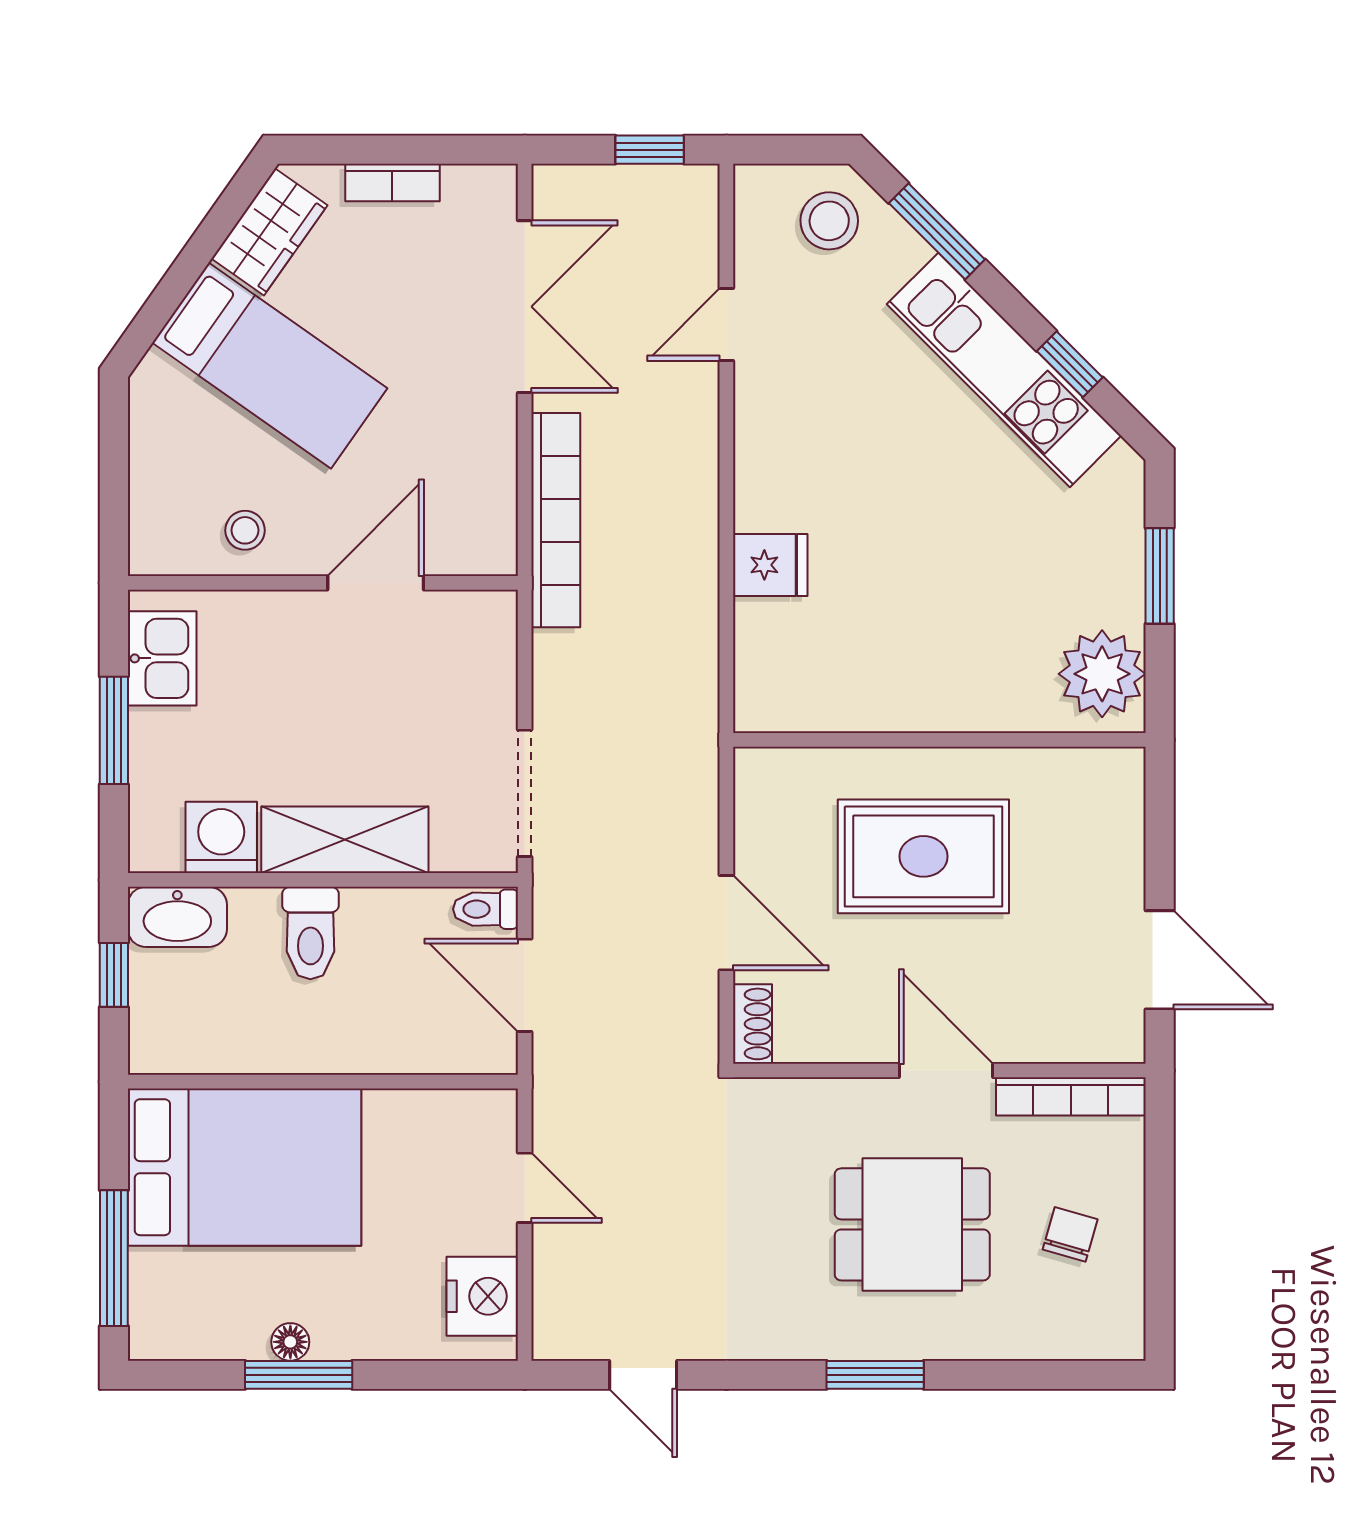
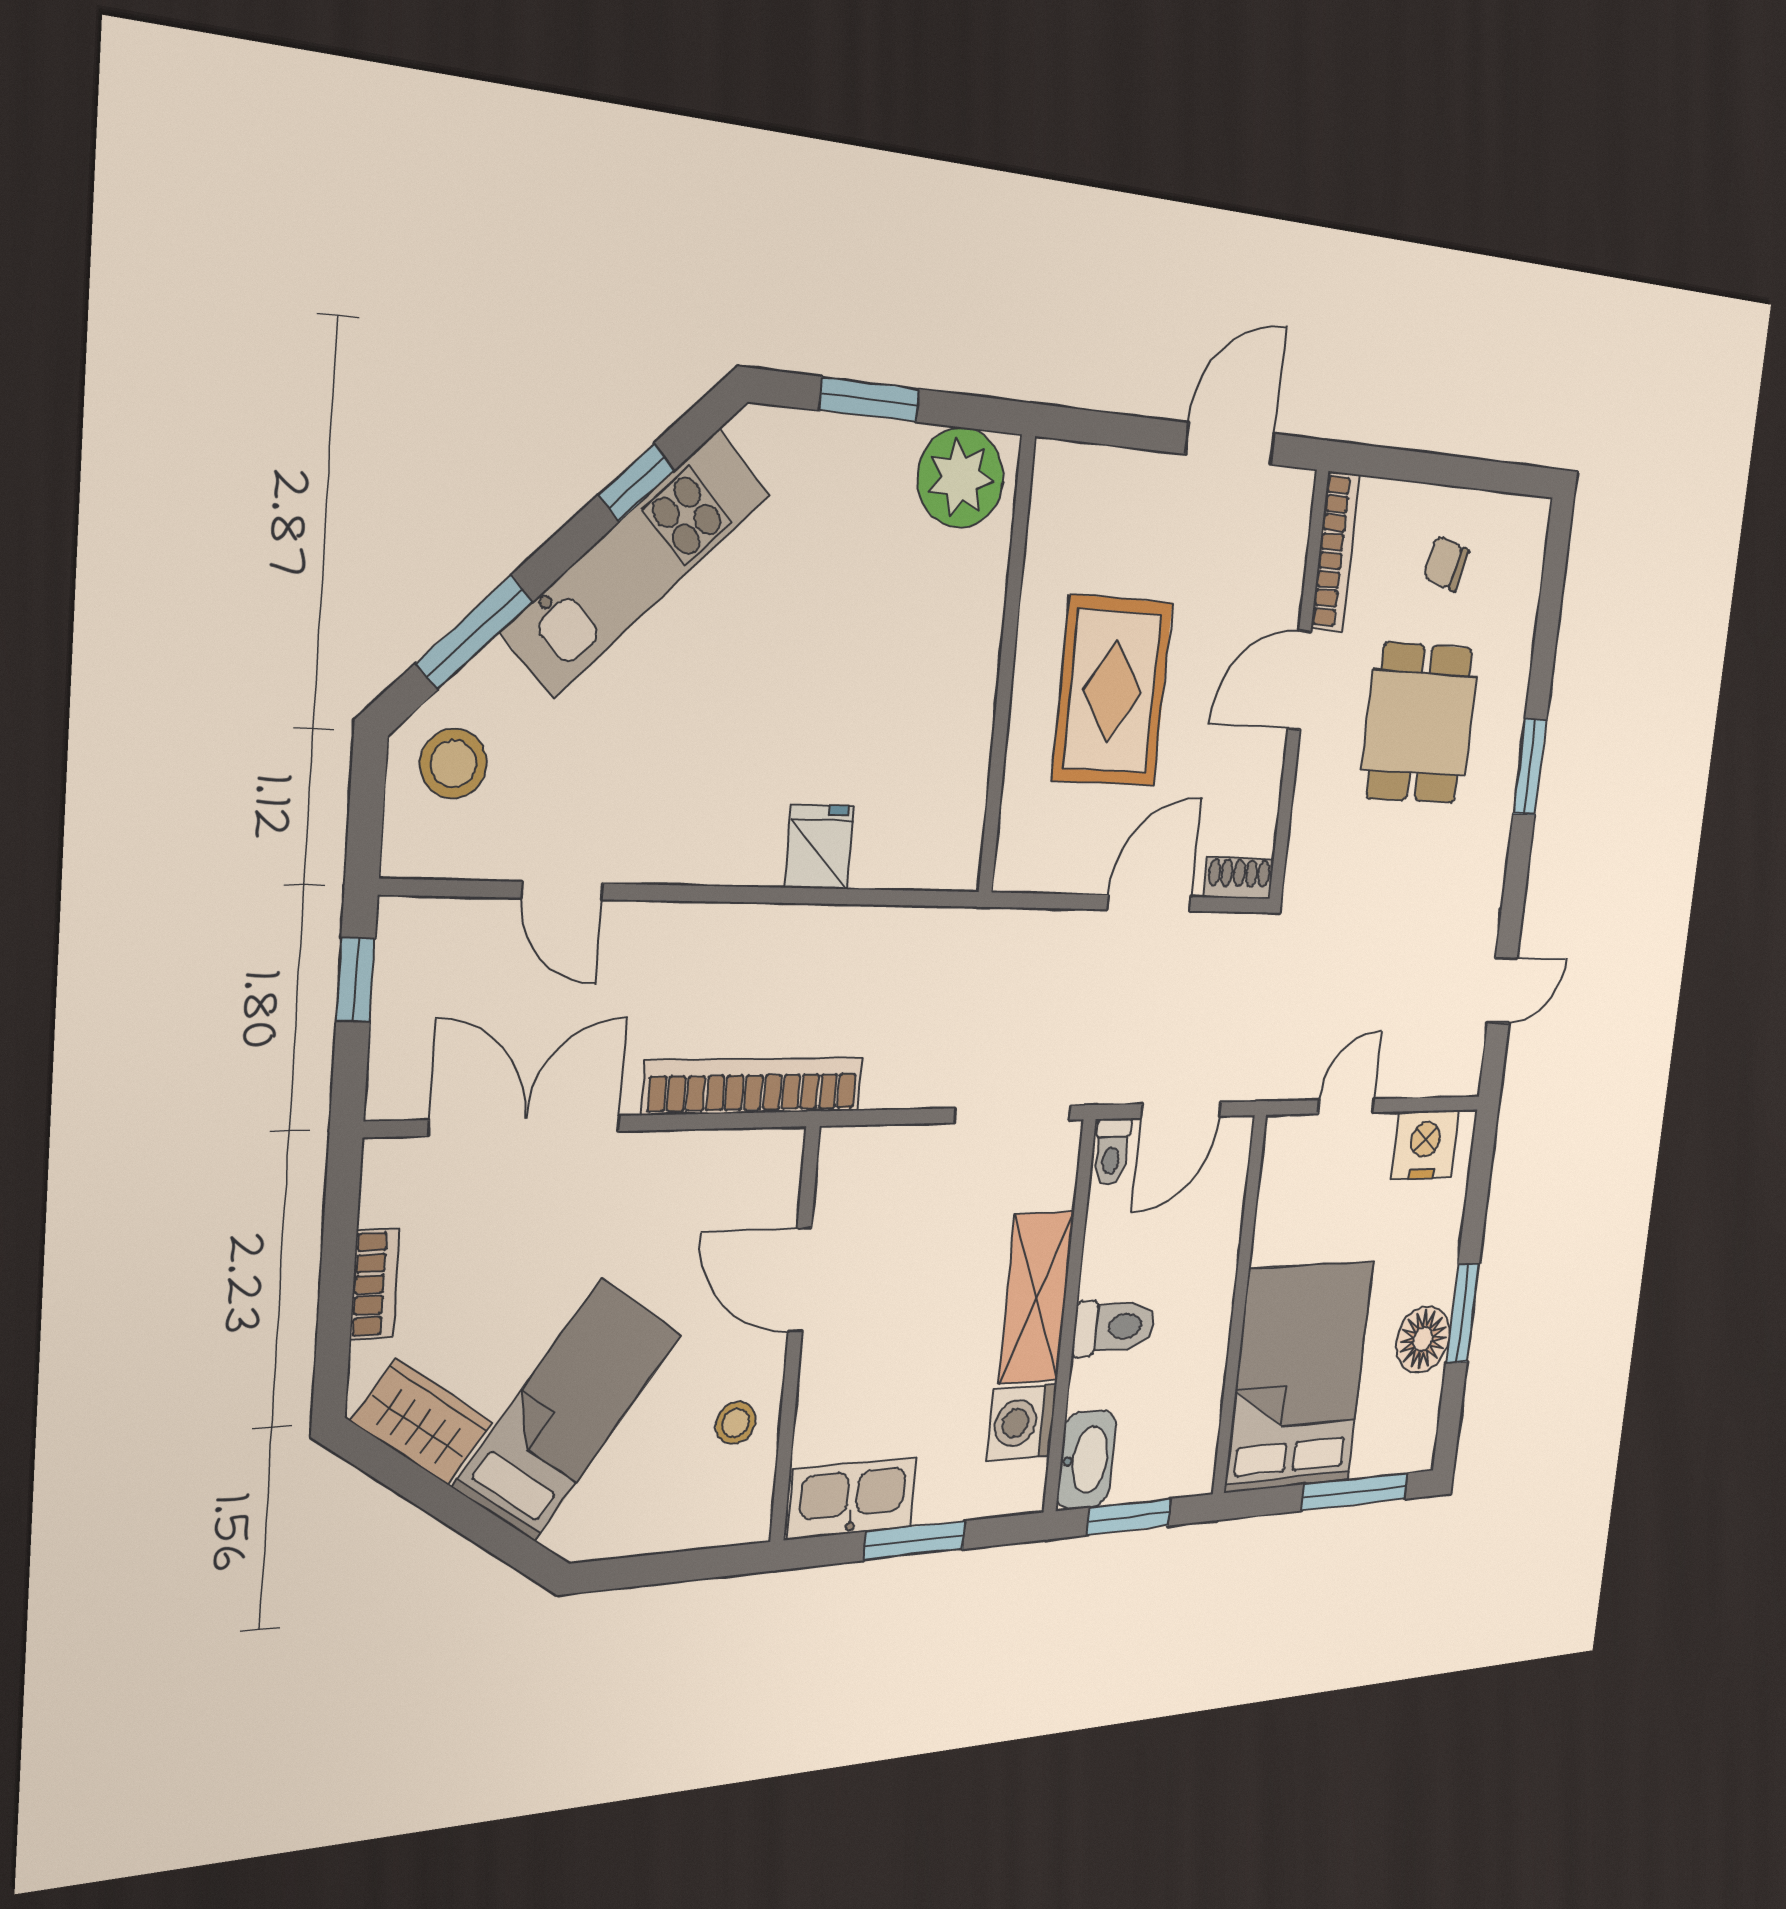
kitchen sink: (162, 658) -> (852, 1498), width x1.38
window: (114, 975) -> (1129, 1517), width x1.50
floor lamp: (290, 1342) -> (1423, 1339), width x1.89, depth x1.89

